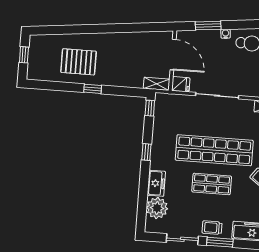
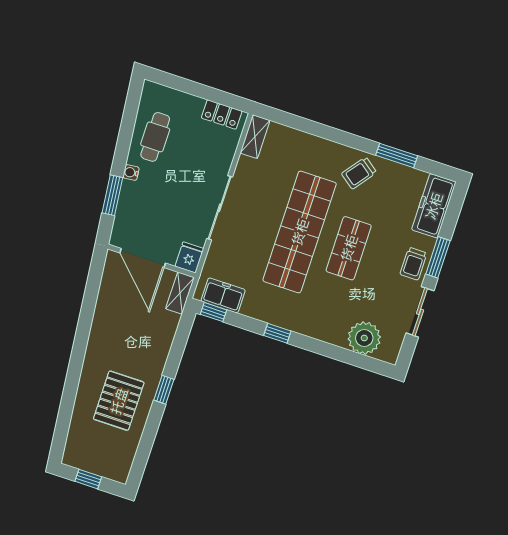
door: (173, 55) -> (143, 258), swing flipped
freezer: (156, 183) -> (223, 295), moved

